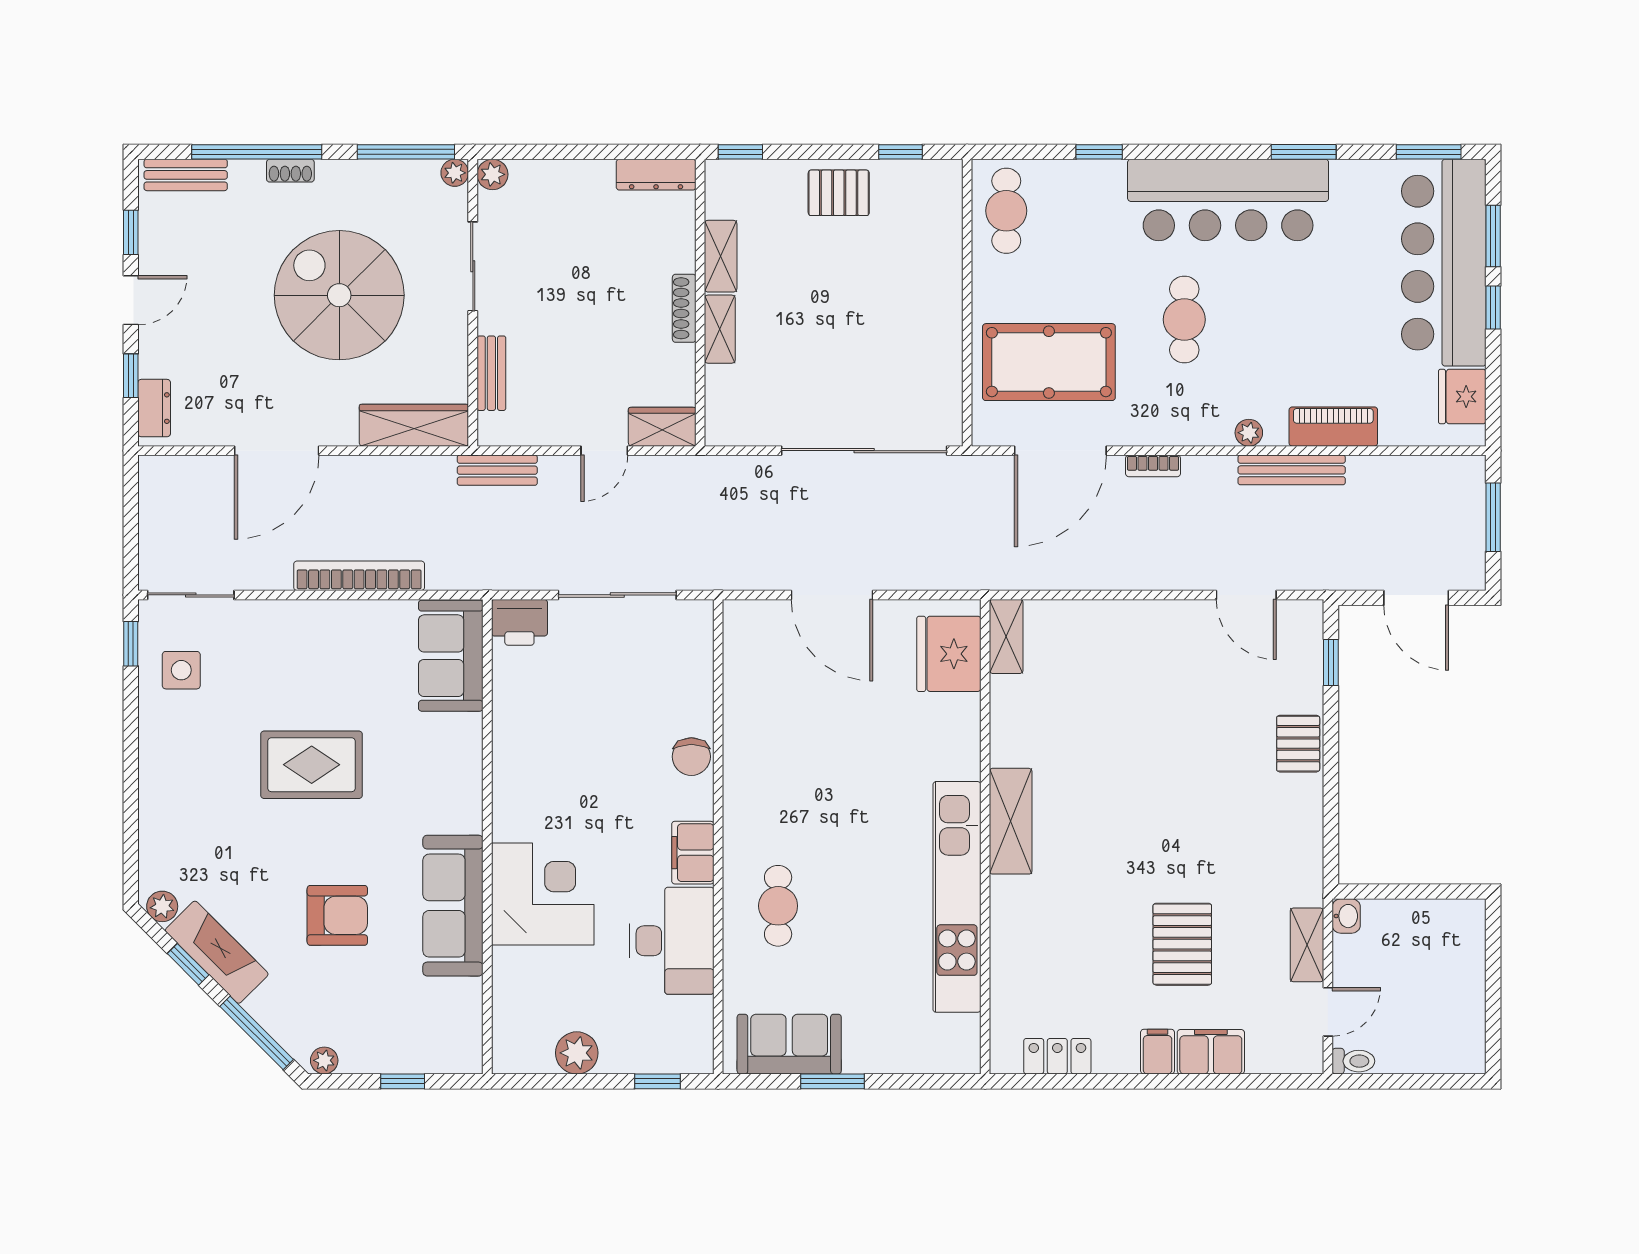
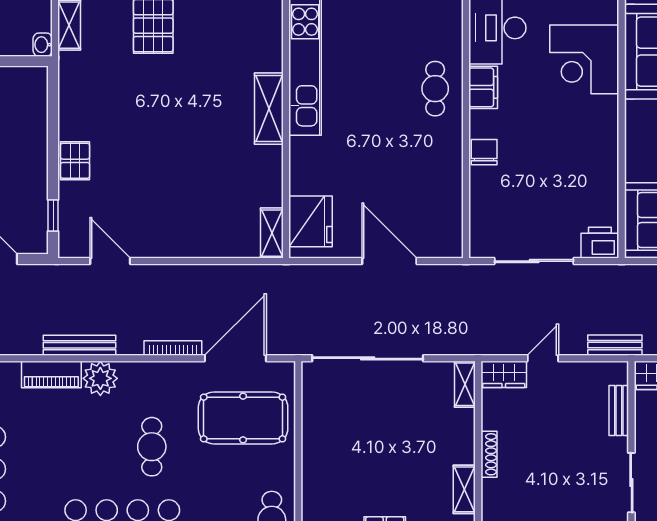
shelving: (720, 329) -> (465, 384), moved
plant: (1249, 433) -> (100, 378), width x1.88, depth x1.88
bookcase: (1153, 466) -> (173, 348), width x1.56
cafe table: (778, 906) -> (435, 89), moved

